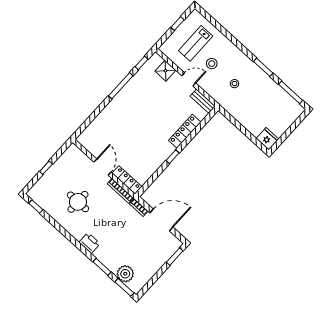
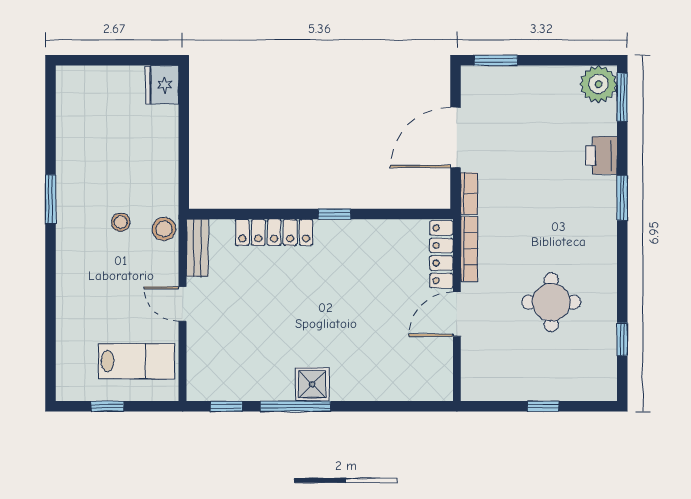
lab bench: (196, 43) -> (136, 361), moved
stool: (212, 64) -> (164, 229), moved
shower: (165, 71) -> (312, 384), moved
window: (291, 92) -> (51, 116), removed
window: (36, 206) -> (622, 339), moved
door: (161, 220) -> (456, 137), hinge flipped
printer: (90, 243) -> (602, 155), moved
window: (102, 267) -> (622, 198), moved
plant: (125, 274) -> (598, 84), moved

